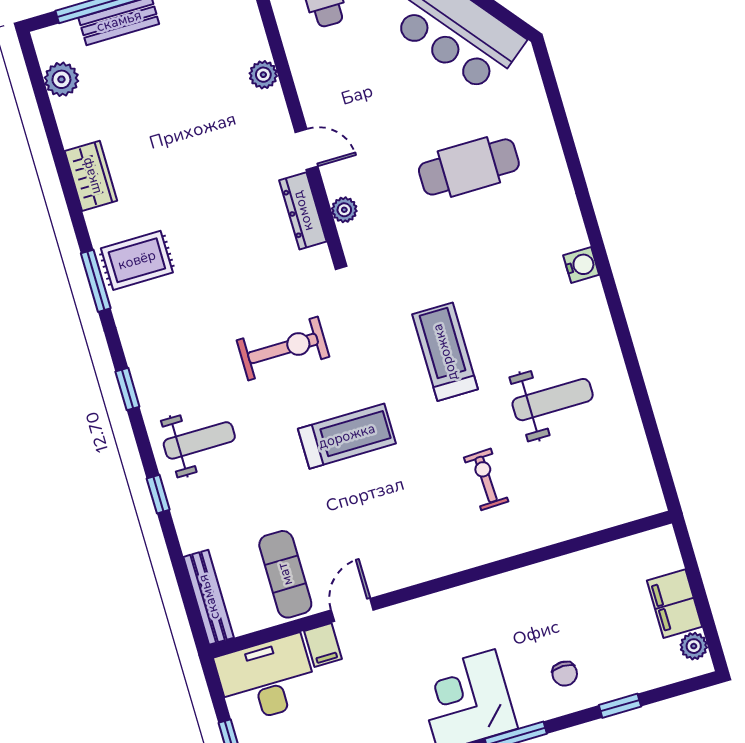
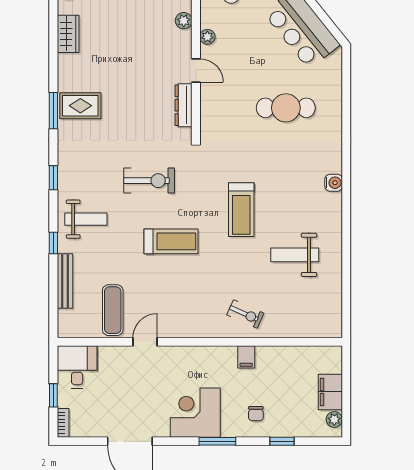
wardrobe: (91, 176) -> (68, 34), moved
plant: (344, 210) -> (207, 37), moved
treadmill: (445, 352) -> (241, 210), turned 180
weight bench: (553, 400) -> (295, 255), turned 180
exercise bike: (486, 479) -> (245, 314), moved, turned 116
bench: (209, 597) -> (65, 281), moved
filing cabinet: (323, 645) -> (246, 357), moved
desk: (267, 679) -> (77, 367), width x0.73

